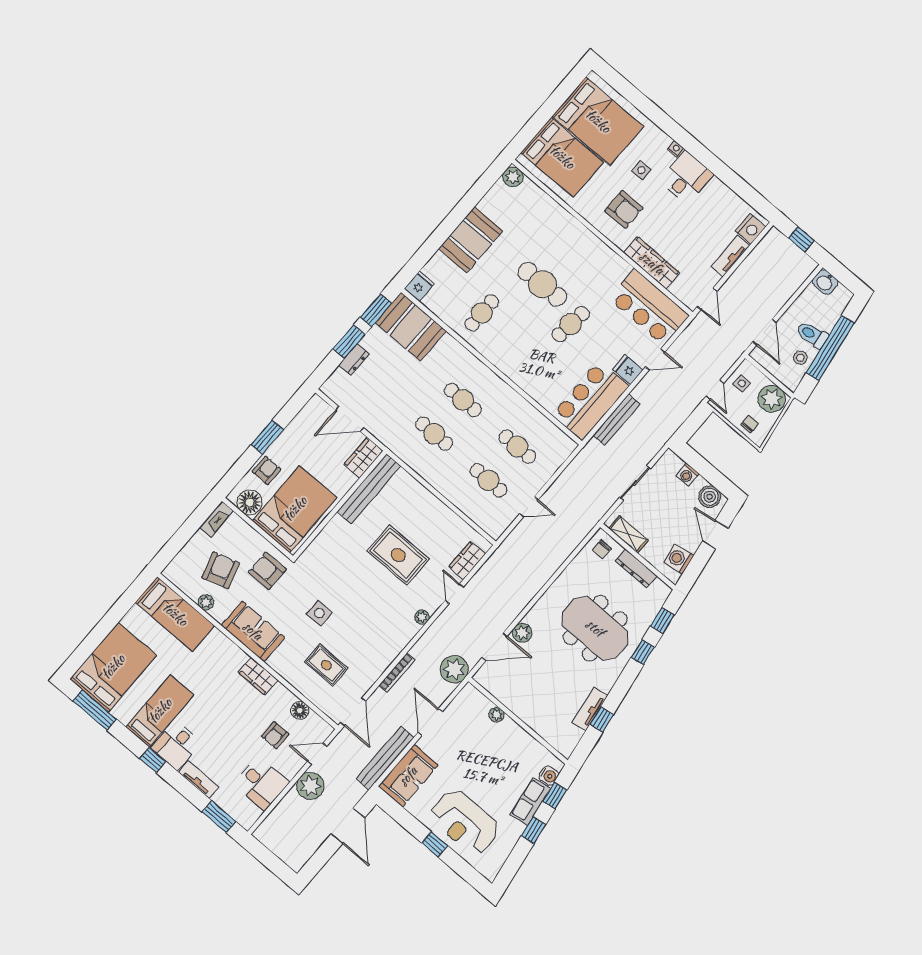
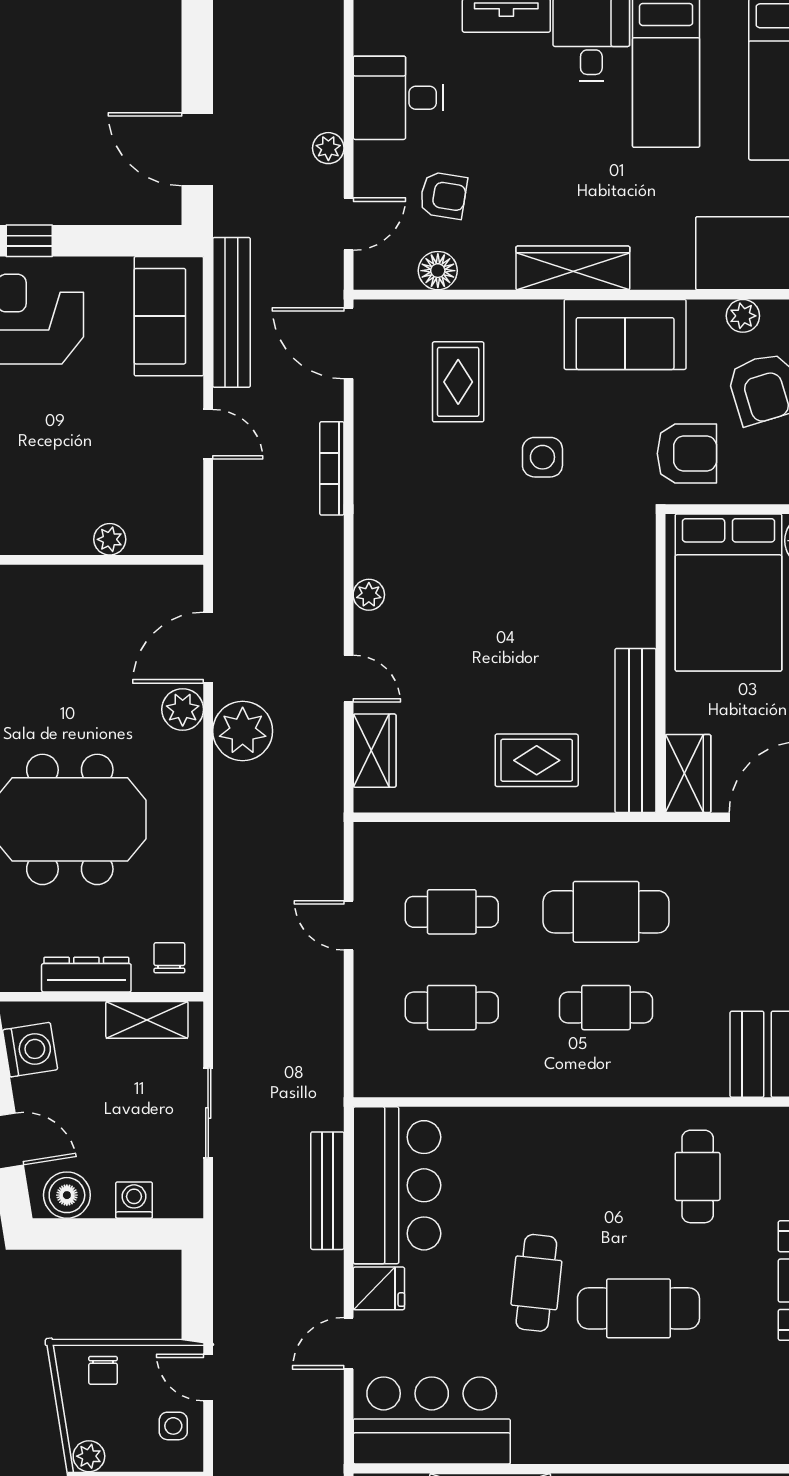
plant: (772, 399) -> (89, 1456), width x0.53, depth x0.53
cafe table: (434, 434) -> (606, 912), width x1.37, depth x1.35
door: (529, 507) -> (349, 925), hinge flipped
rug: (398, 555) -> (537, 760), moved, width x0.73, depth x0.70
rug: (326, 665) -> (458, 382), turned 90
plant: (454, 669) -> (243, 731), moved
wardrobe: (258, 676) -> (573, 268), width x1.50
door: (430, 722) -> (208, 434), width x0.73
armchair: (275, 735) -> (443, 195), turned 99
plant: (310, 786) -> (328, 148), width x0.53, depth x0.53

